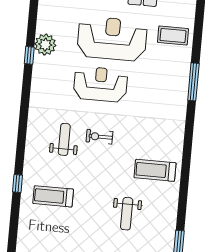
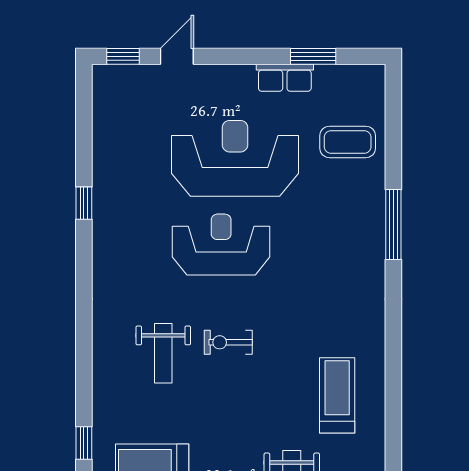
plant: (45, 45) -> (112, 180), removed
weight bench: (64, 139) -> (163, 353), turned 180
treadmill: (155, 170) -> (337, 395), turned 90

